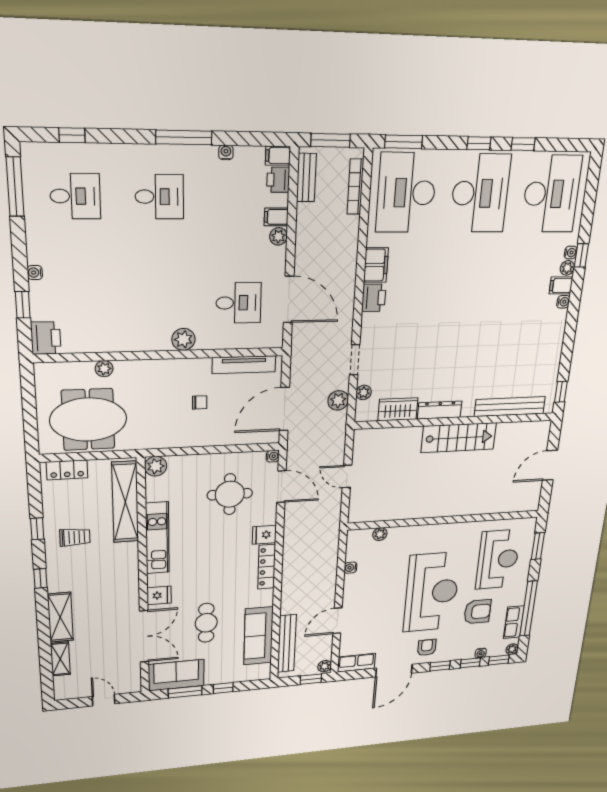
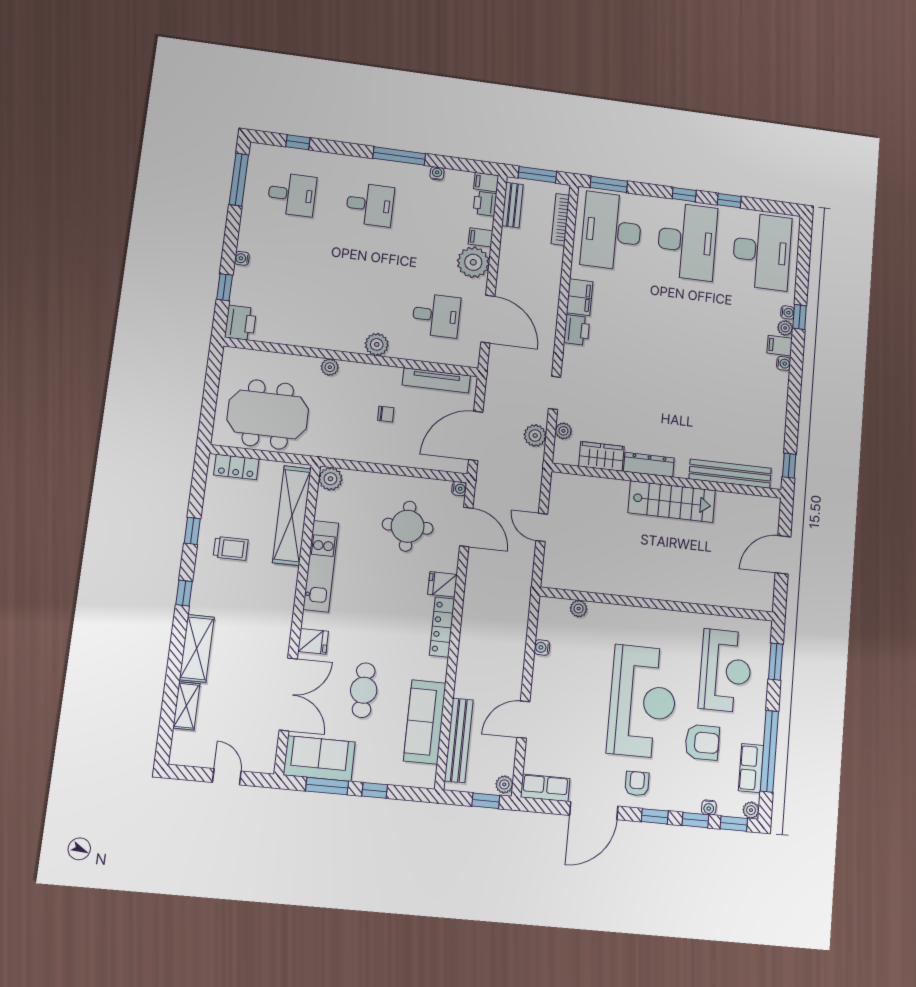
plant: (278, 236) -> (473, 262), width x1.88, depth x1.88
plant: (104, 369) -> (330, 367), moved

